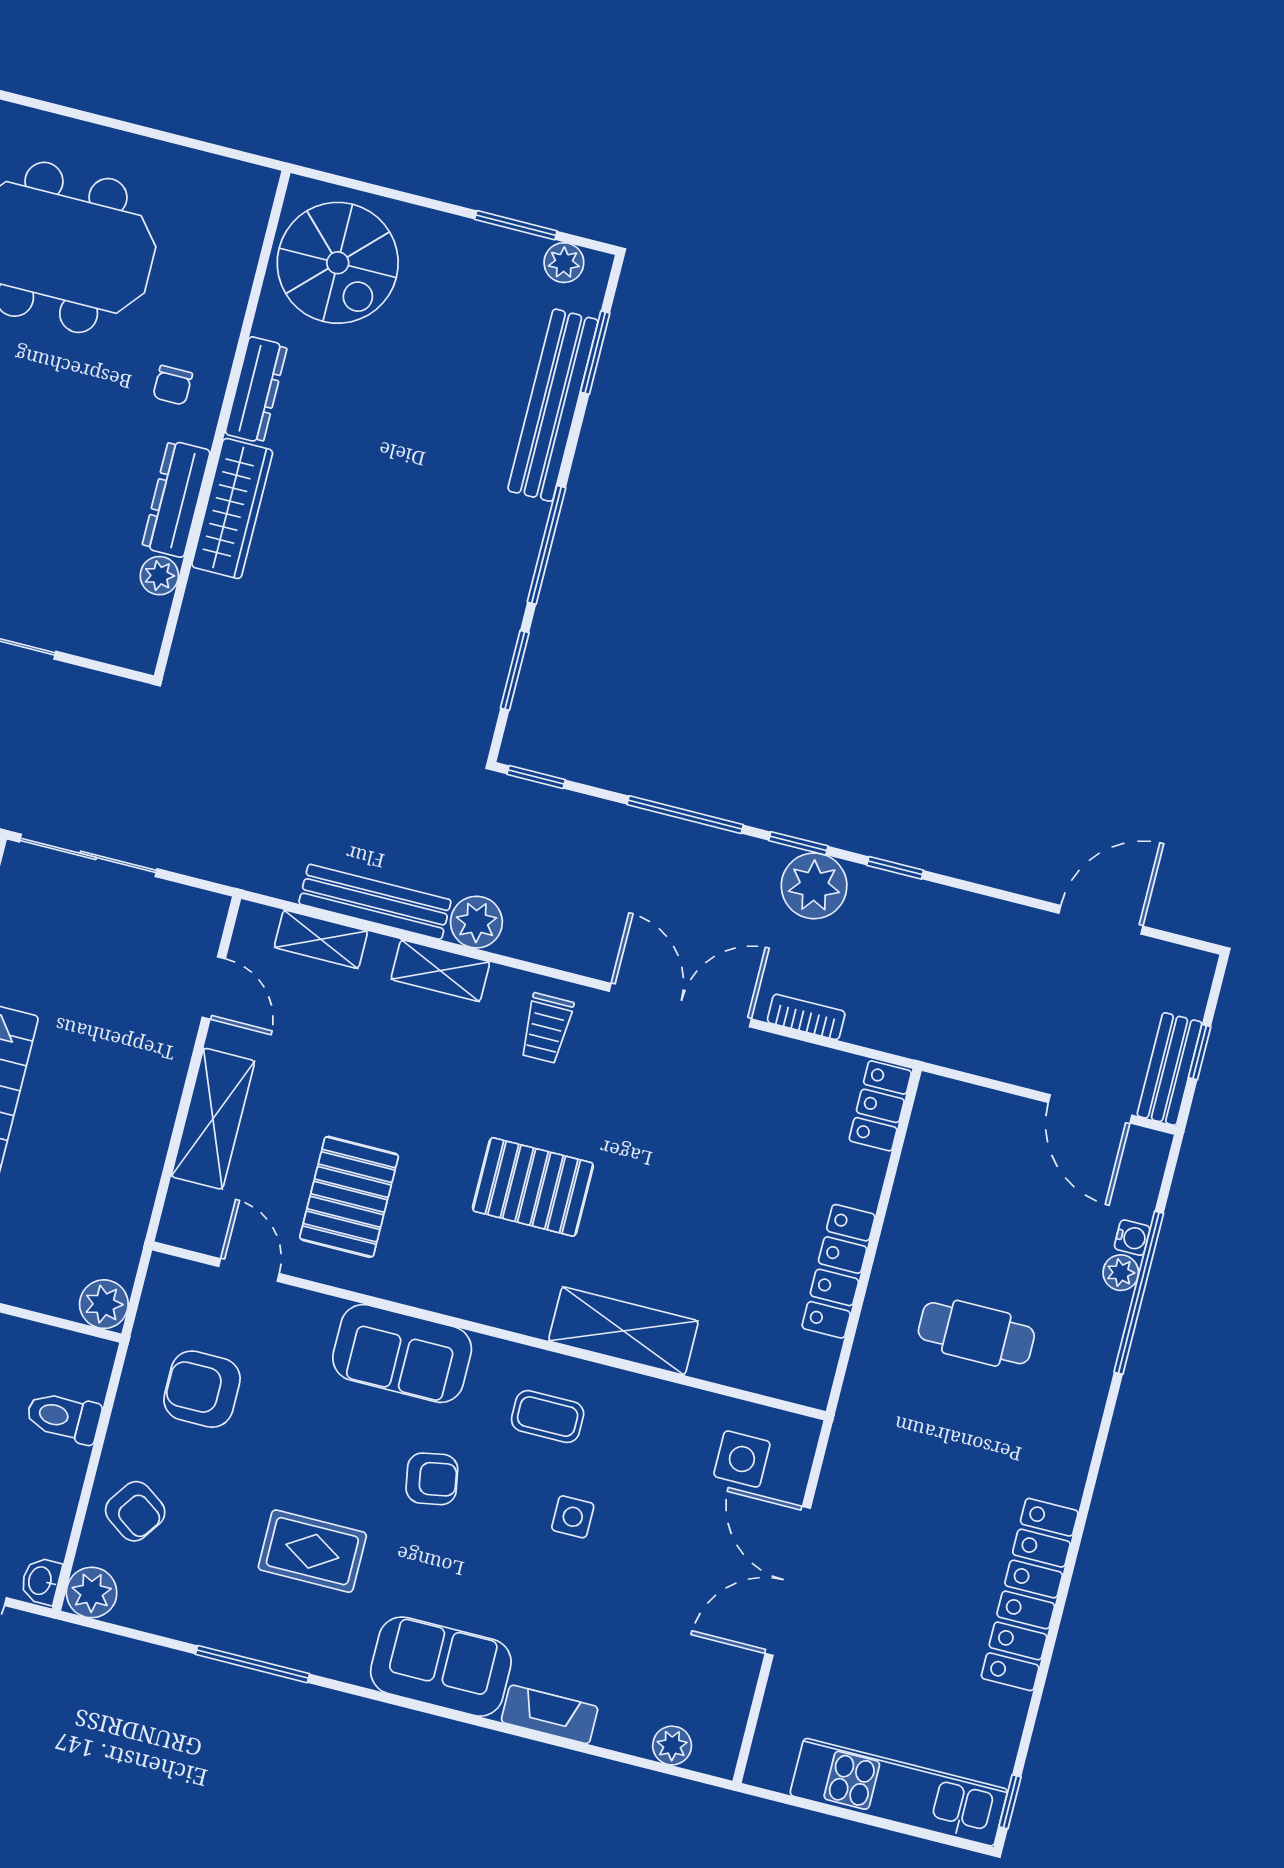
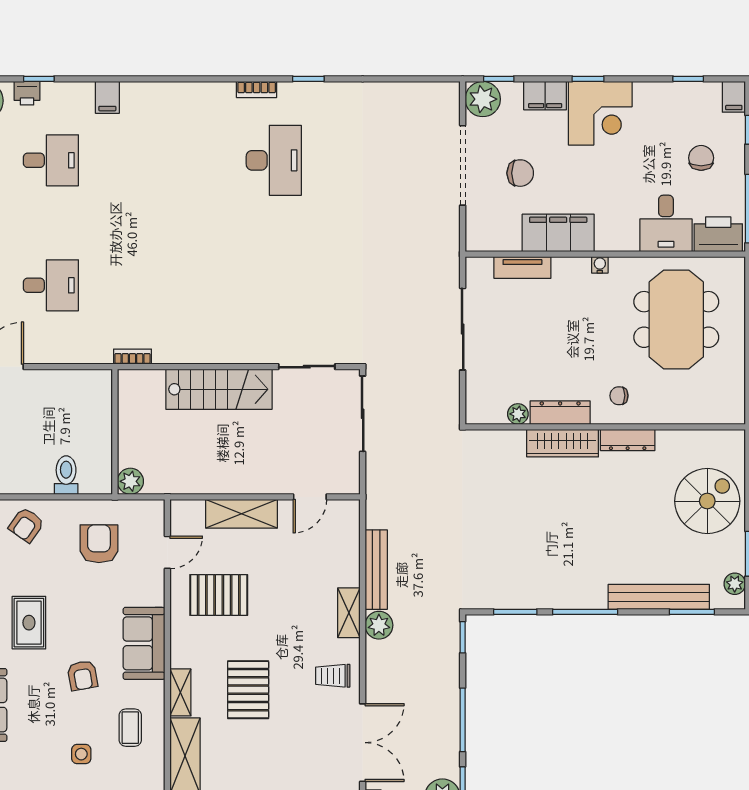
spiral stairs: (338, 263) -> (707, 501), moved, turned 180
shelving: (321, 939) -> (180, 692), moved

